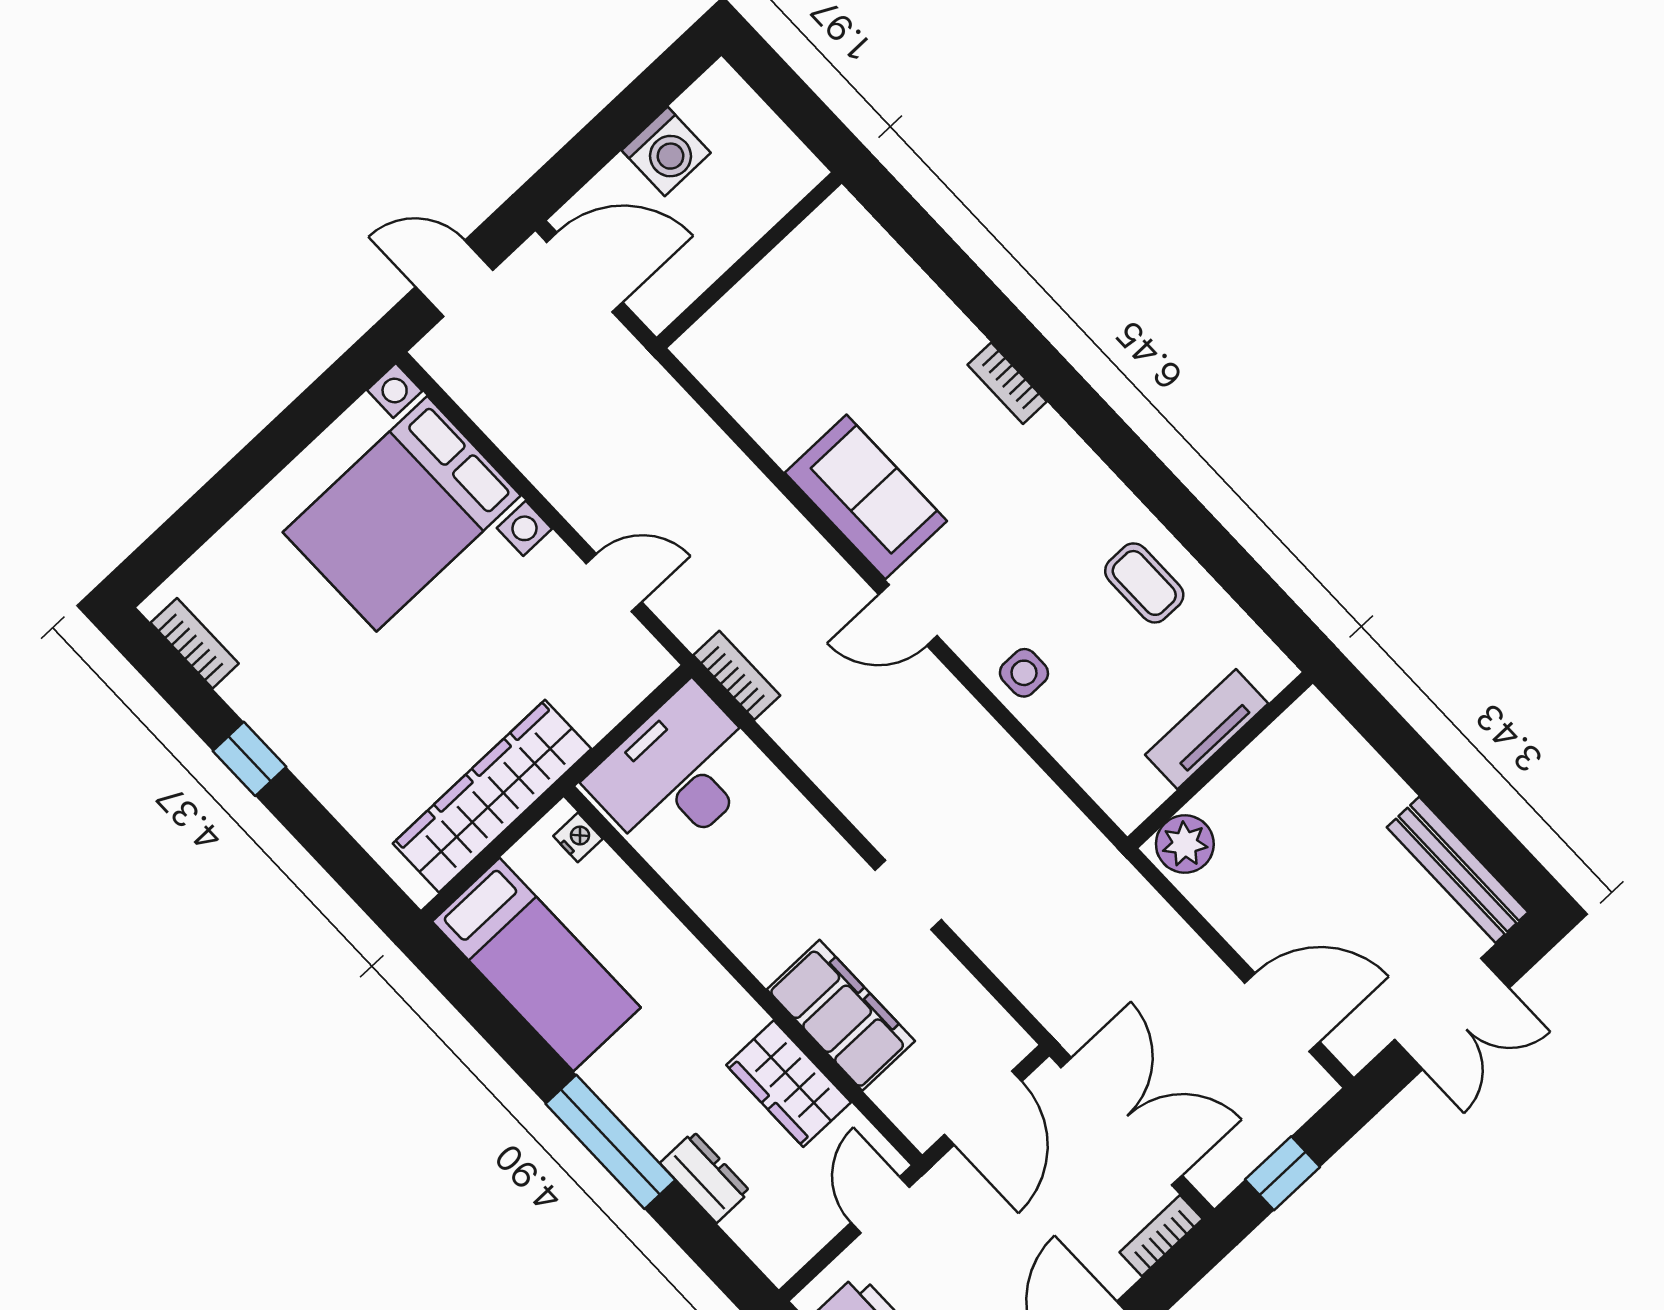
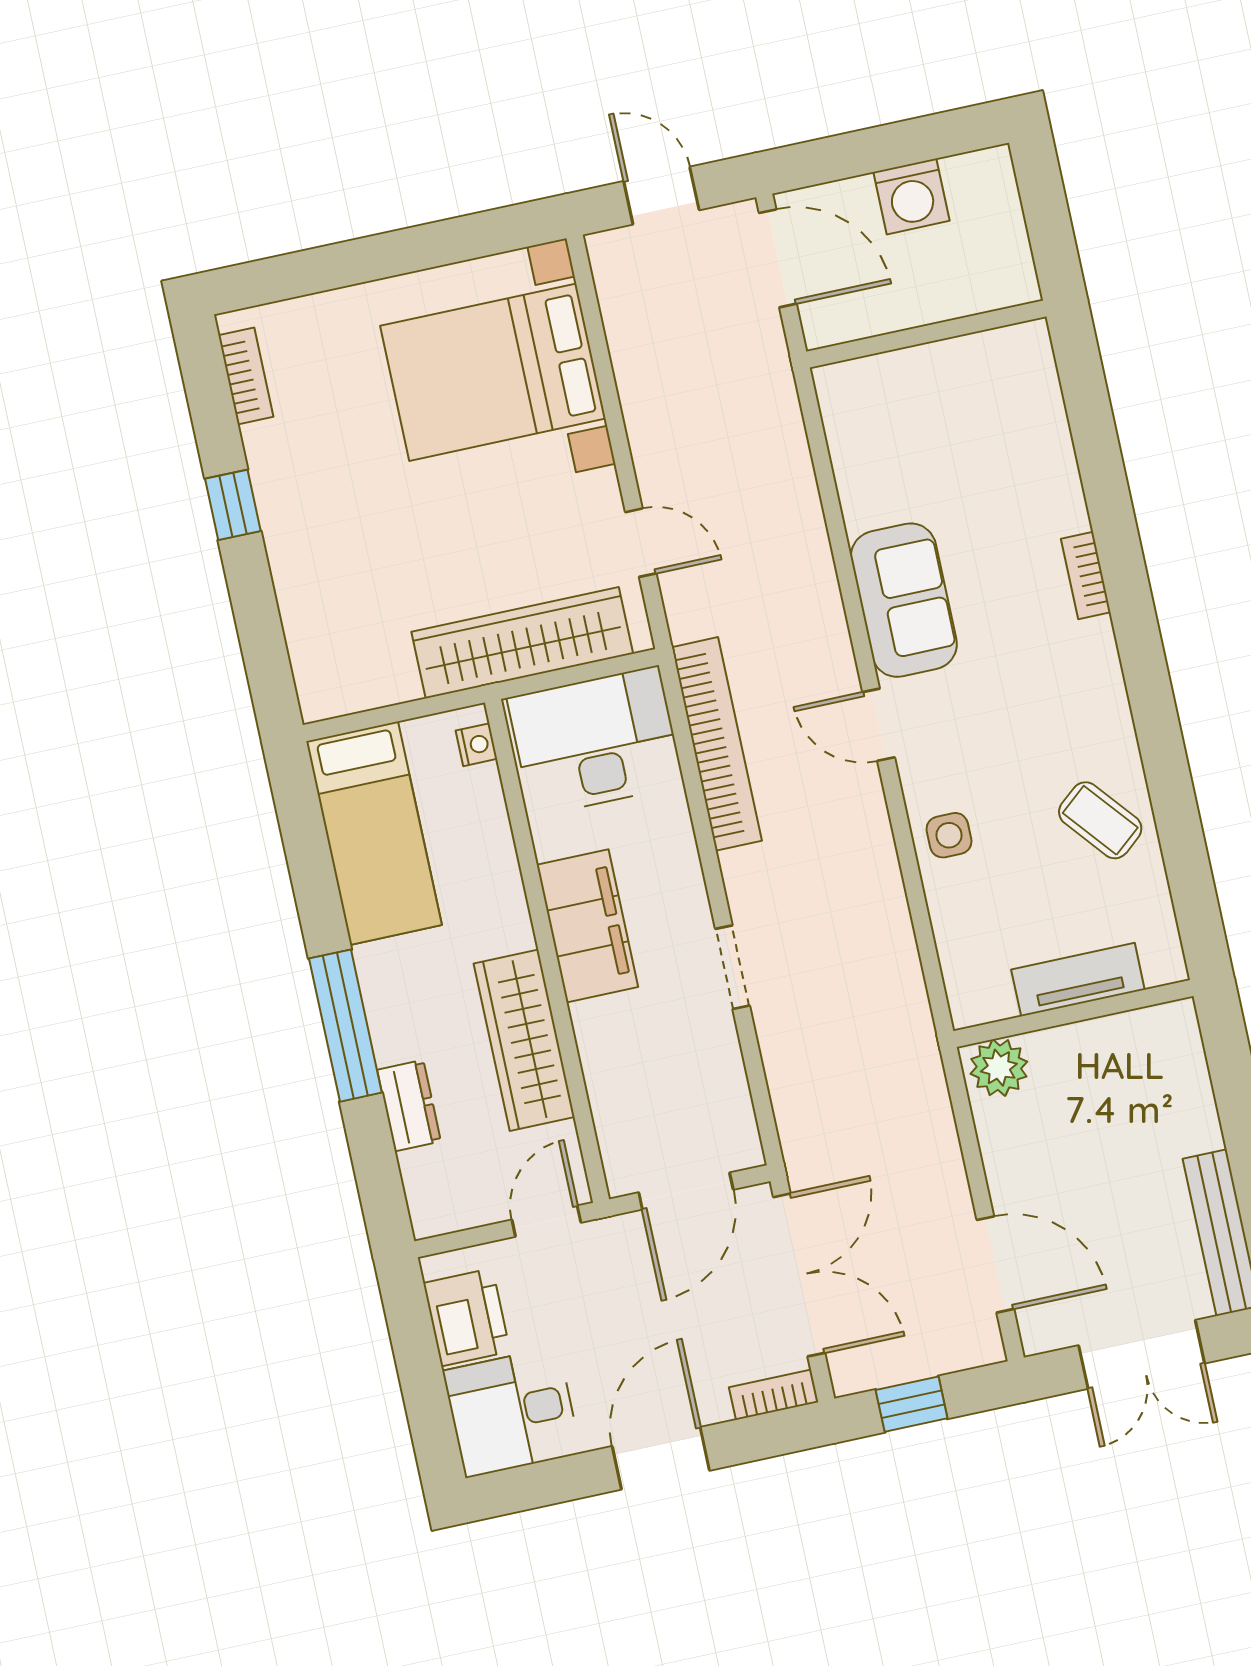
coffee table: (1144, 583) -> (1100, 820), turned -40
bookcase: (737, 675) -> (717, 744), width x2.31, depth x1.31
wardrobe: (492, 796) -> (522, 643), moved
filing cabinet: (841, 1015) -> (587, 926), moved
wardrobe: (789, 1084) -> (524, 1040), width x1.50

